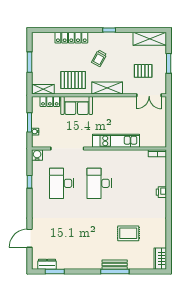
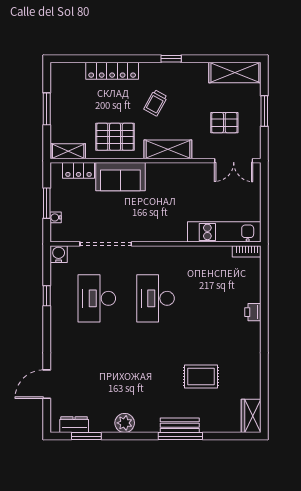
kitchen unit: (116, 141) -> (224, 232), moved
plant: (79, 263) -> (125, 423), added

